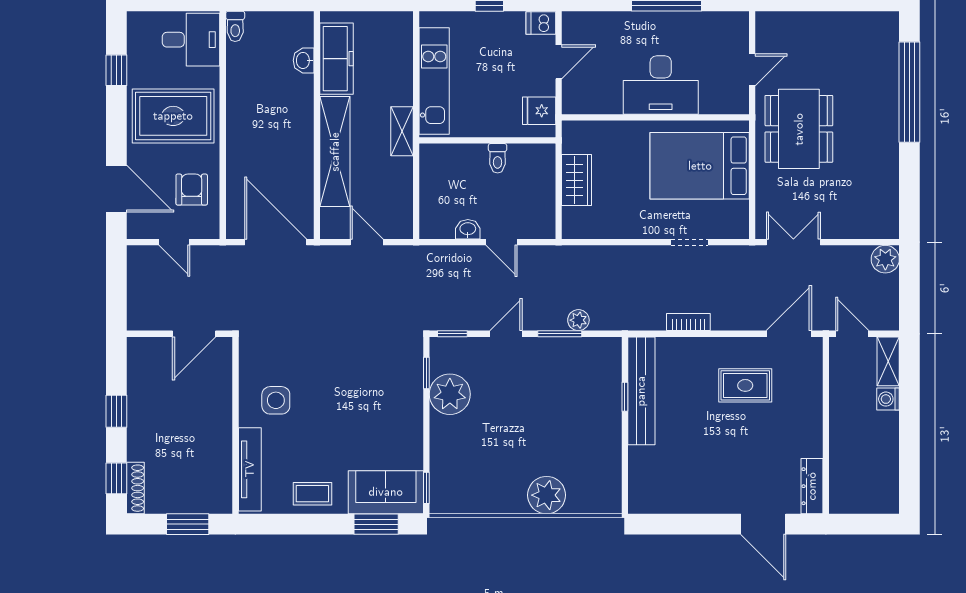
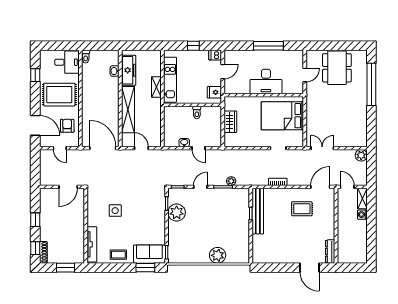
dining table: (799, 129) -> (337, 68), moved
shelving: (402, 131) -> (156, 87), moved
side table: (276, 400) -> (115, 211), moved

